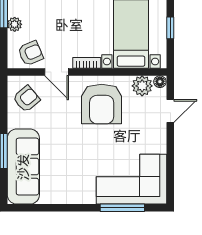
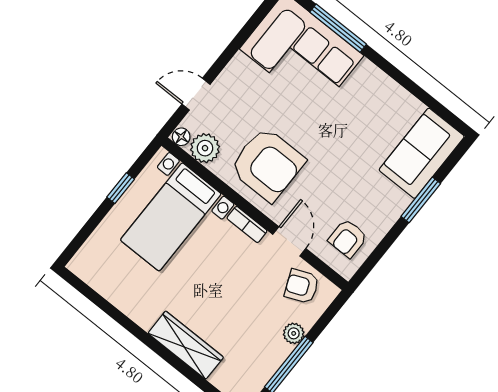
armchair: (26, 99) -> (348, 238), turned -50
armchair: (102, 104) -> (267, 164), turned 90
sofa: (23, 167) -> (422, 153), width x0.73

